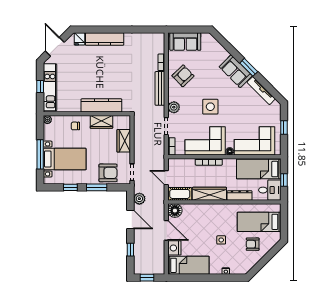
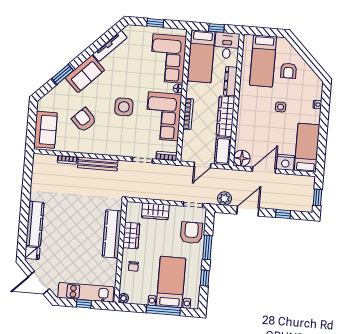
window: (249, 67) -> (63, 74), moved
armchair: (183, 76) -> (84, 120), moved
plant: (174, 107) -> (121, 150), removed

